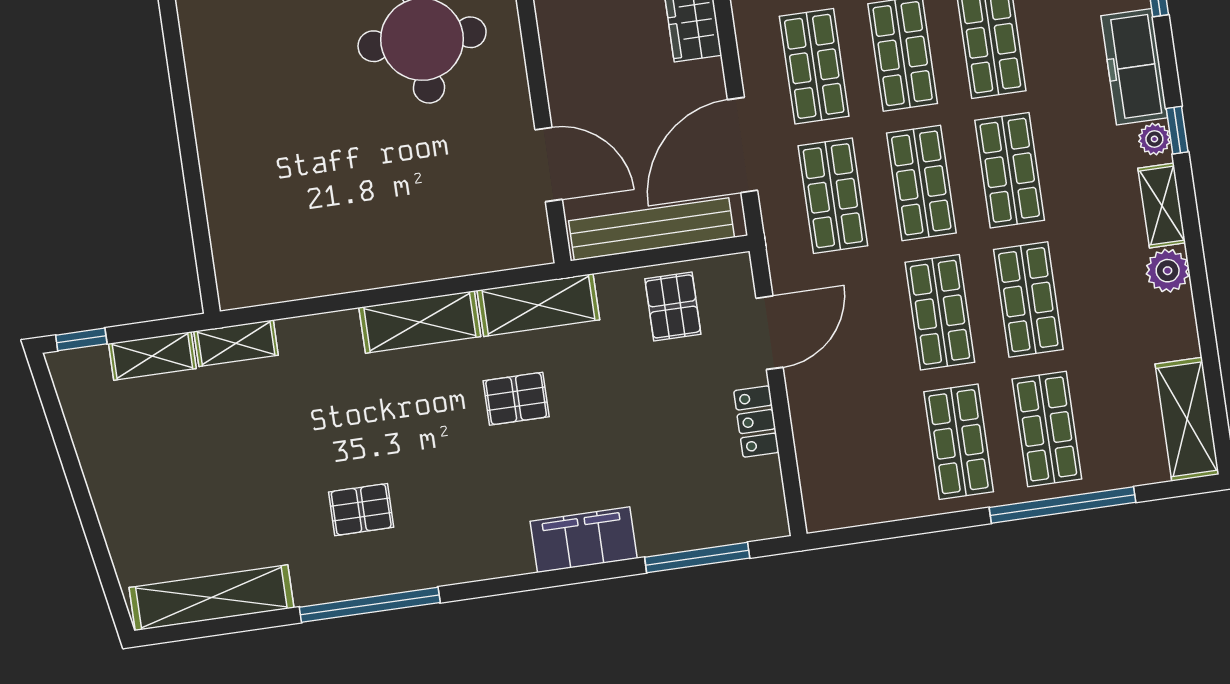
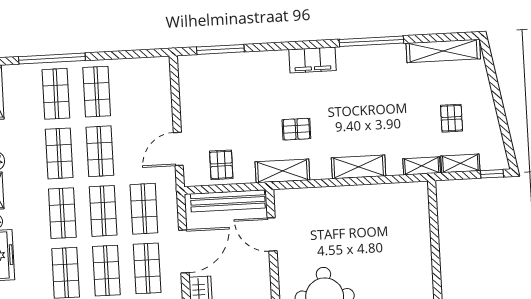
door: (743, 145) -> (184, 251), moved
shelving: (420, 322) -> (359, 167), moved
locker: (756, 422) -> (188, 109), removed
pallet: (361, 510) -> (452, 118), moved, turned 90
filing cabinet: (584, 540) -> (312, 60), moved

